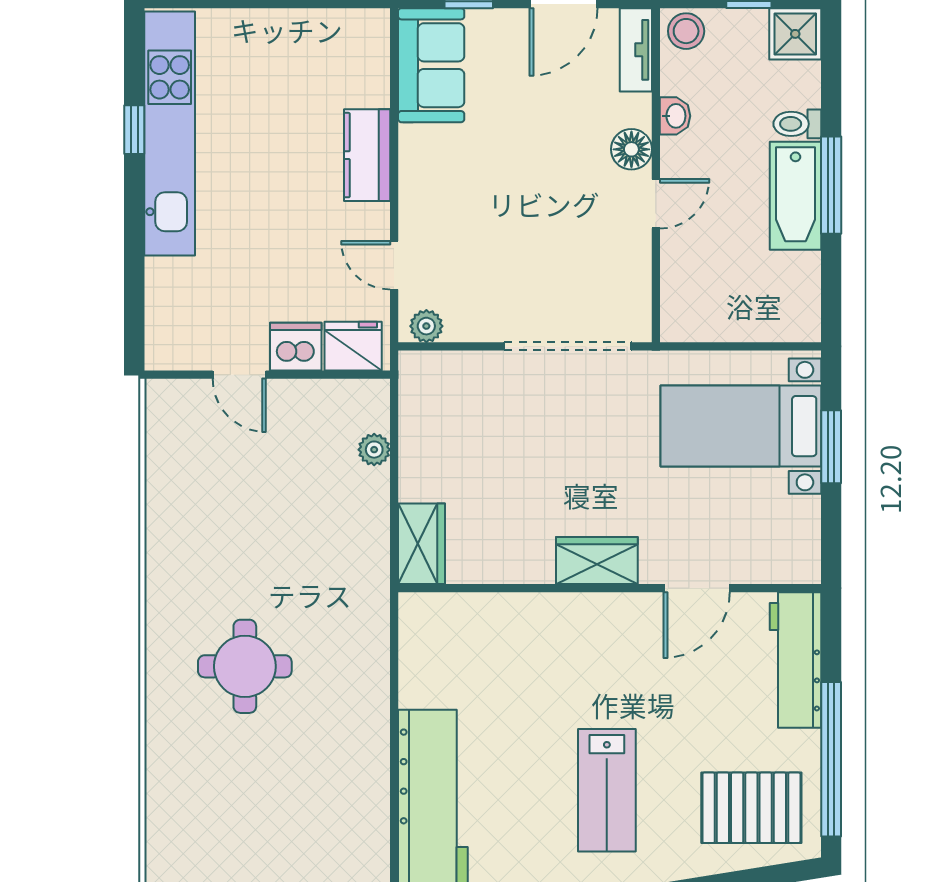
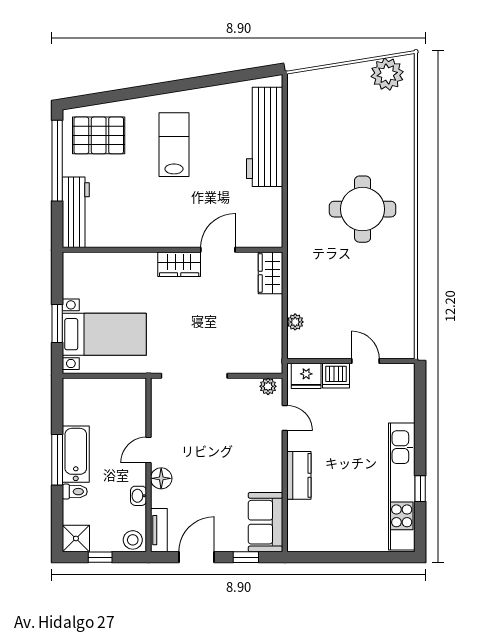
door: (697, 588) -> (218, 250), moved
round table: (245, 666) -> (363, 209), width x1.36, depth x1.36

